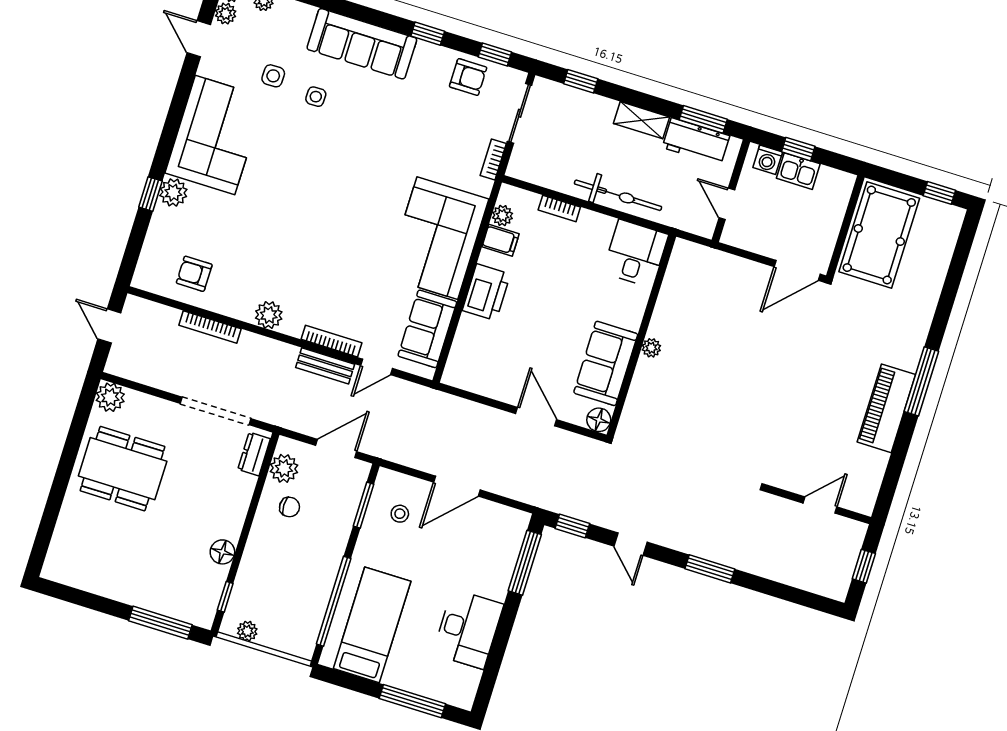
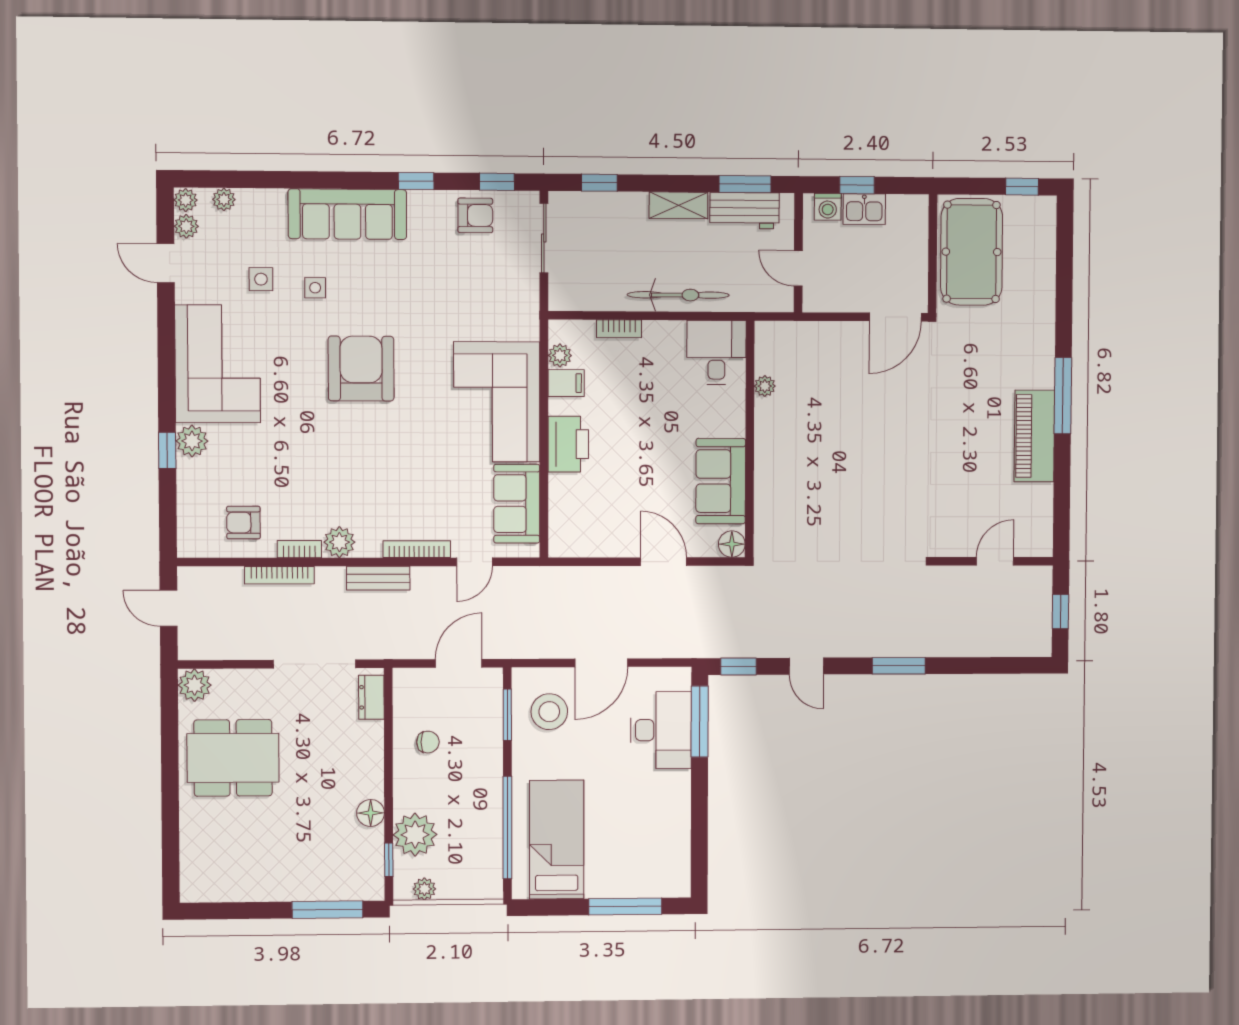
bookcase: (493, 159) -> (299, 549), moved, turned 90
armchair: (333, 175) -> (361, 369), added
plant: (651, 348) -> (765, 386), moved
bench: (325, 366) -> (378, 578), moved
plant: (284, 468) -> (415, 835), moved, width x1.36, depth x1.36
stool: (400, 514) -> (549, 712), width x1.89, depth x1.89
desk: (468, 629) -> (661, 730), moved

